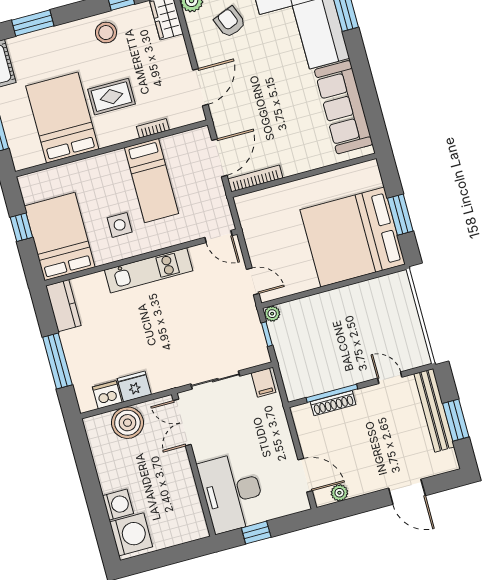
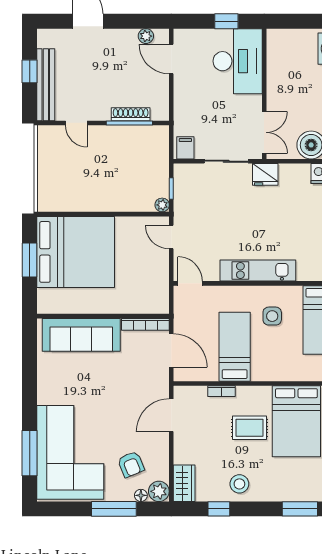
sofa: (344, 107) -> (81, 335), moved, turned 90
door: (219, 158) -> (171, 350), swing flipped
fridge: (134, 387) -> (265, 174), moved
window: (456, 420) -> (30, 71), width x0.67

